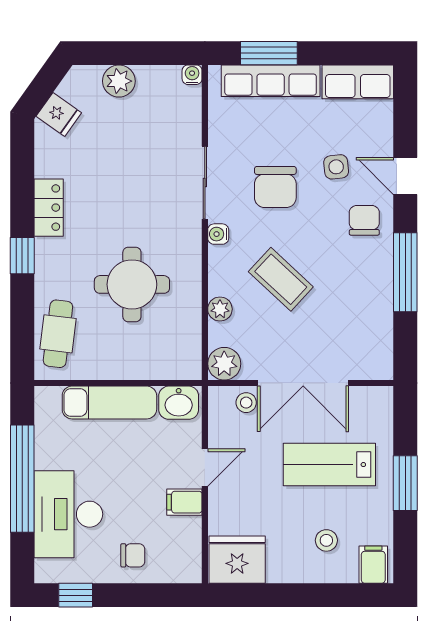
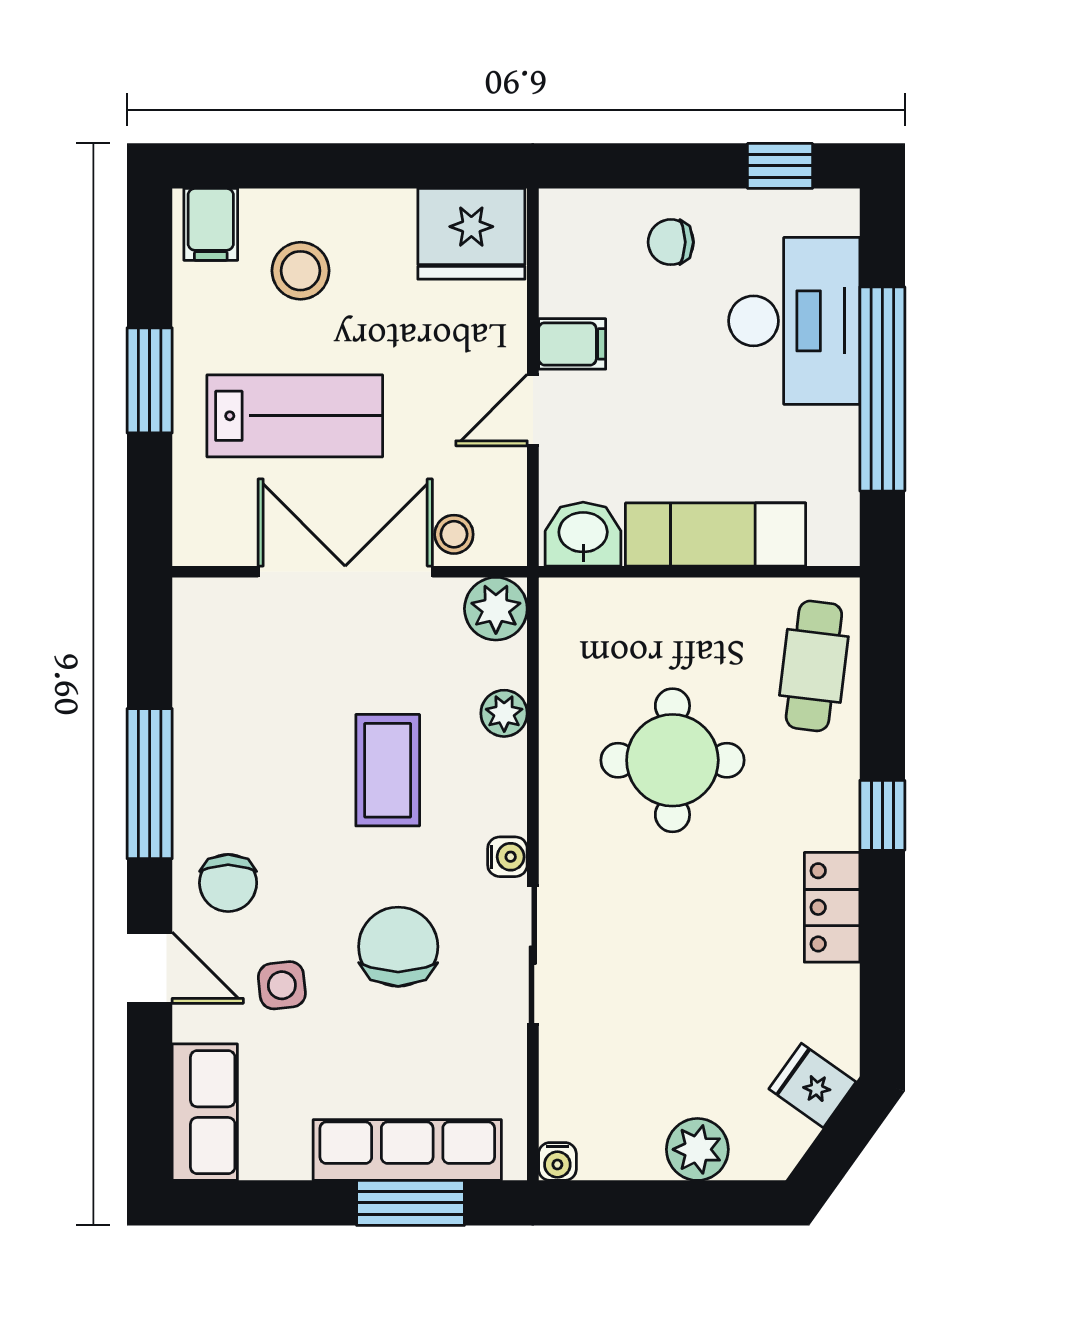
row of seats: (358, 82) -> (205, 1112), moved, turned 90
coffee table: (281, 279) -> (388, 770), turned 47
stool: (326, 540) -> (300, 271), width x1.37, depth x1.37

